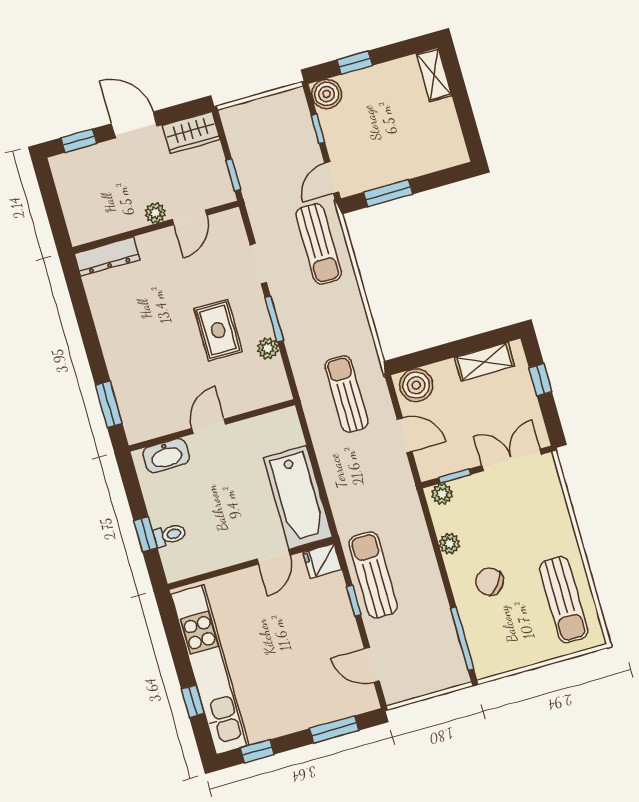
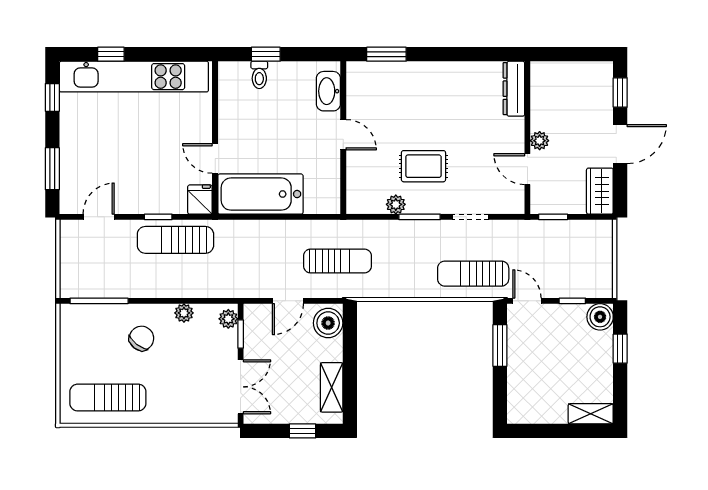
sun lounger: (373, 575) -> (175, 240), turned 180

